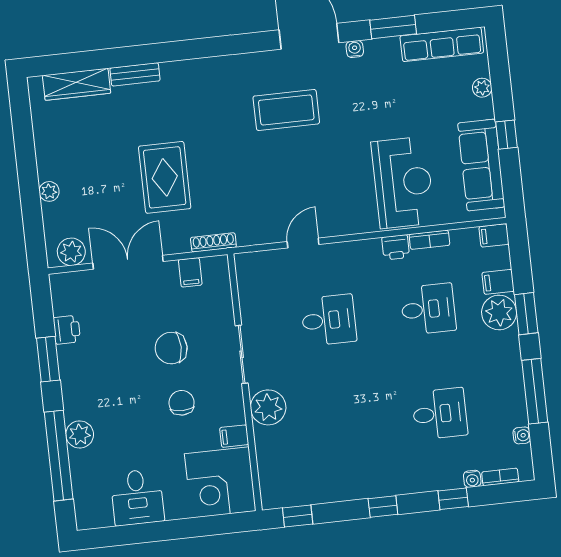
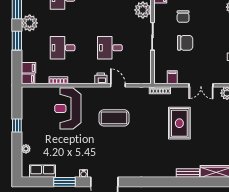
row of seats: (442, 44) -> (42, 171), width x0.68
coffee table: (286, 110) -> (114, 118), moved
sofa: (481, 165) -> (30, 113), removed
door: (303, 243) -> (118, 85), swing flipped
printer: (396, 247) -> (101, 78), moved
double door: (128, 262) -> (201, 85), width x0.73
filing cabinet: (498, 282) -> (28, 68), moved
plant: (499, 312) -> (30, 23), moved

